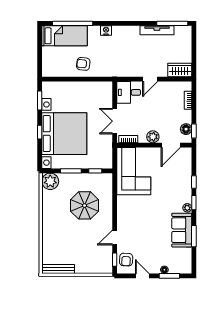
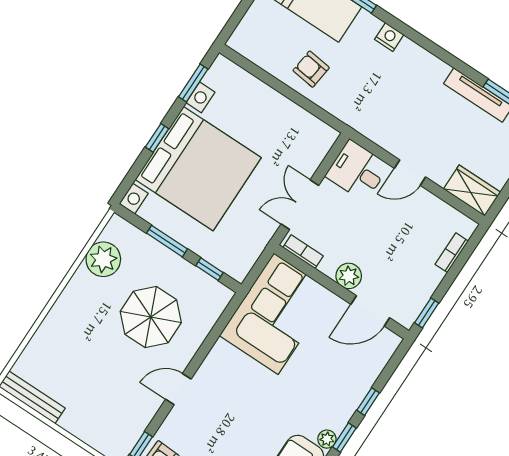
floor lamp: (186, 129) -> (415, 301), removed
plant: (50, 181) -> (103, 259), moved
door: (115, 237) -> (178, 389), moved

